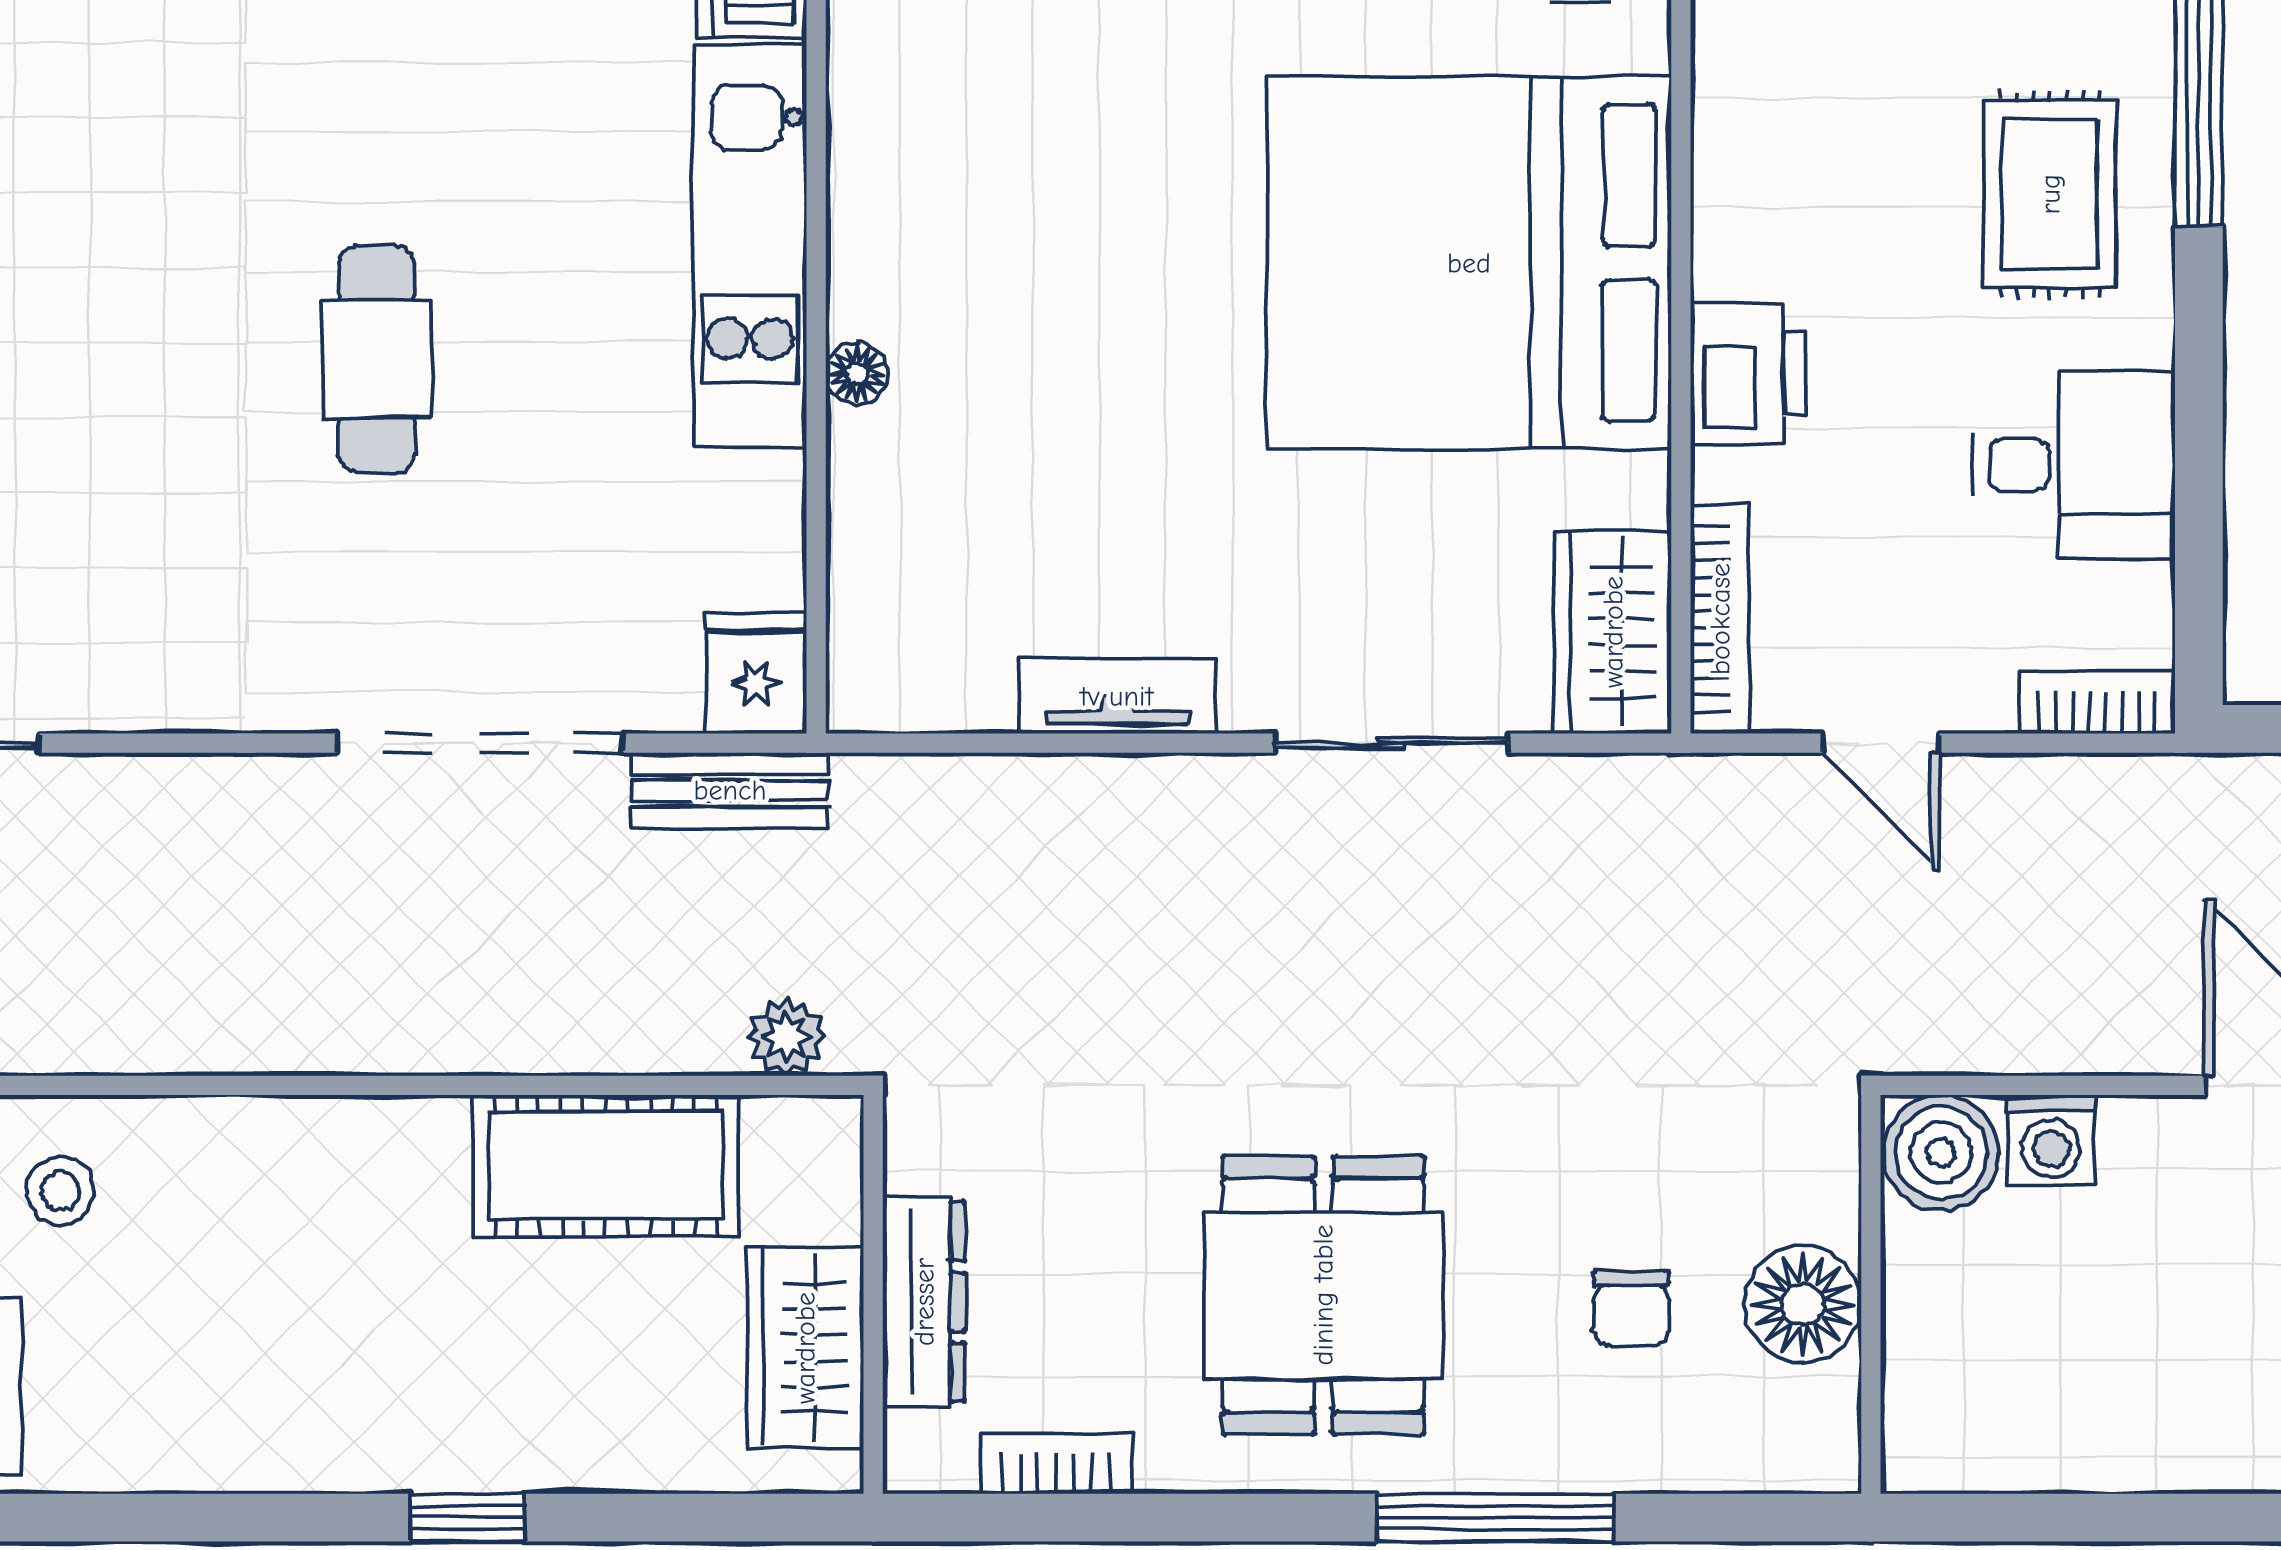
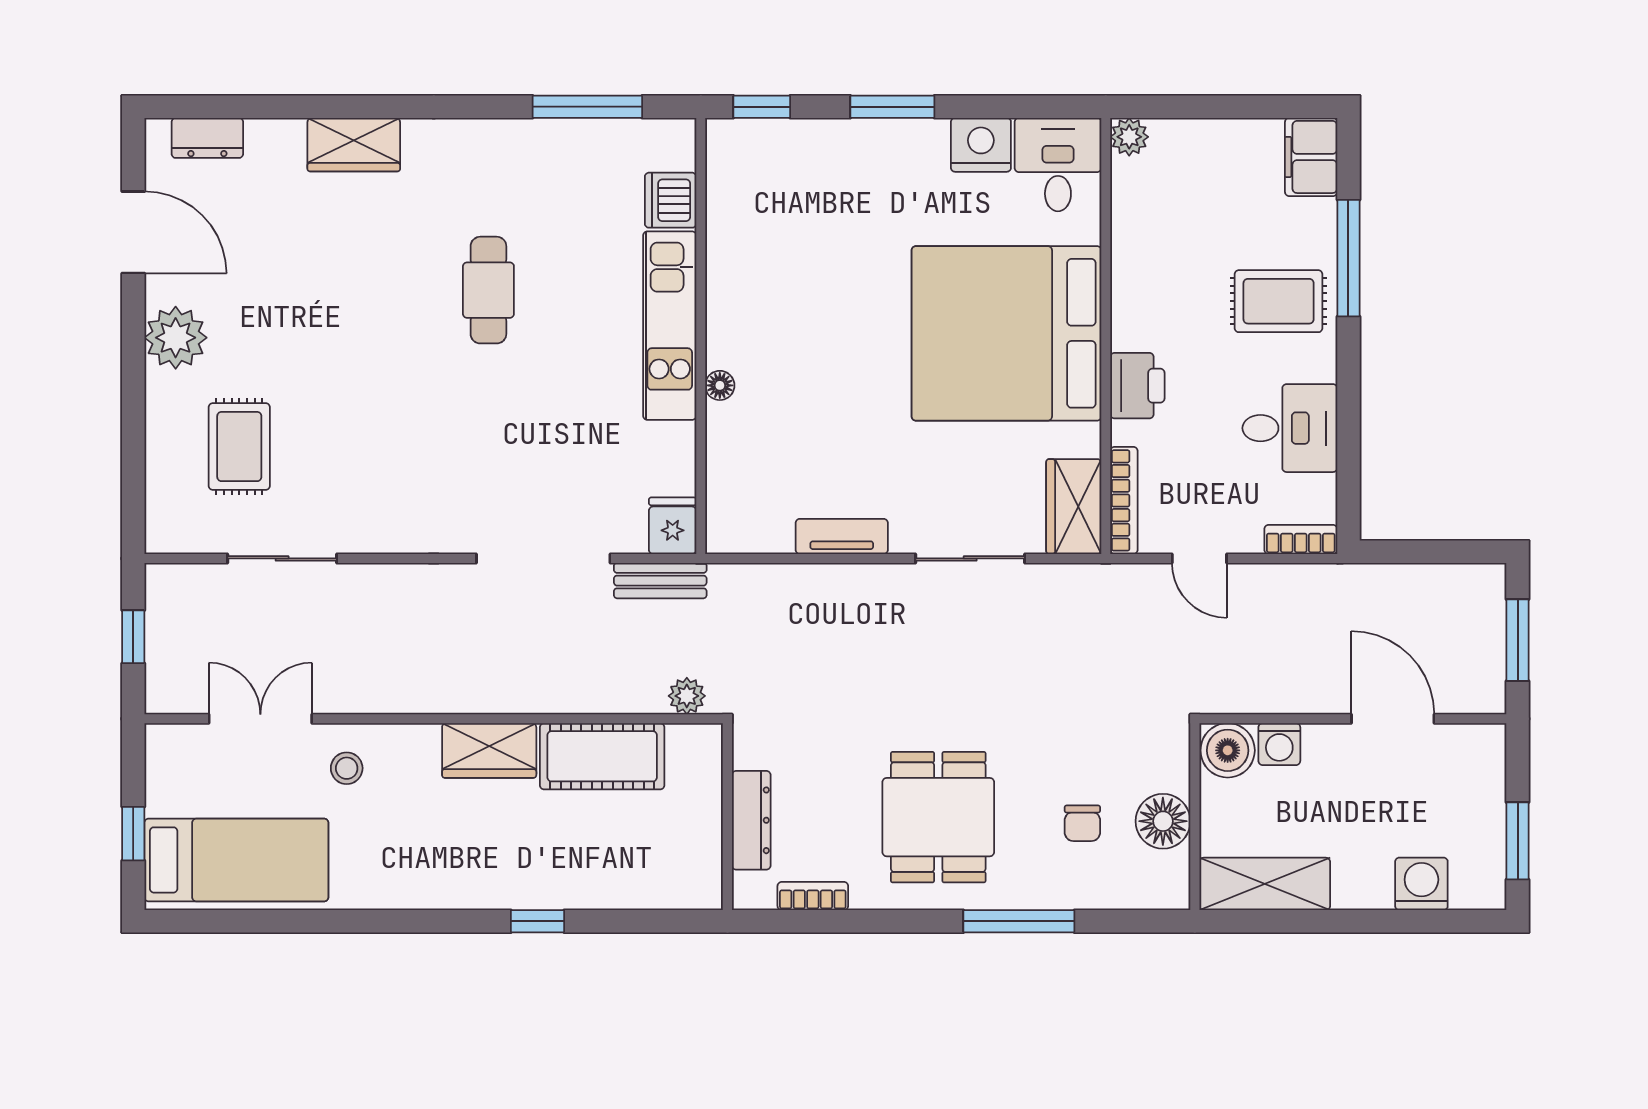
rug: (2050, 194) -> (1279, 301), turned 90
cafe table: (377, 359) -> (488, 290), moved
wardrobe: (805, 1348) -> (489, 750), moved, turned -90
shelving: (2020, 1438) -> (1265, 884), added

